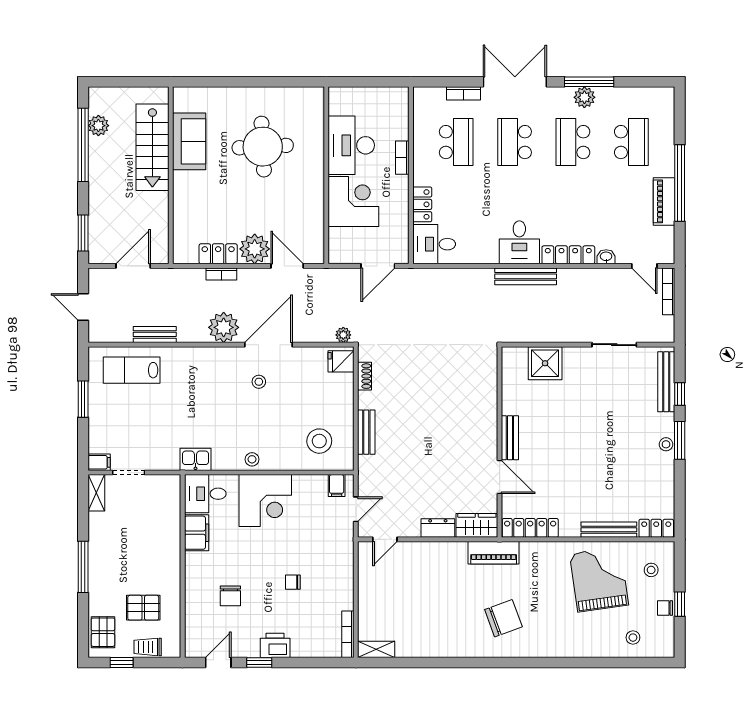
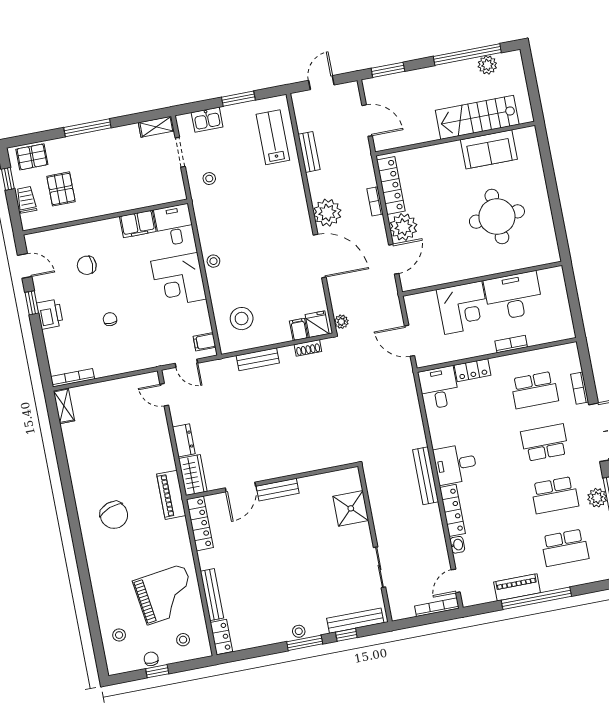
school desk: (573, 142) -> (555, 495), turned 180
locker: (218, 254) -> (391, 186), width x1.53
stool: (259, 382) -> (209, 179), moved
kitchen sink: (195, 459) -> (207, 120), moved, turned 90
filing cabinet: (99, 462) -> (299, 329), moved, turned 180

